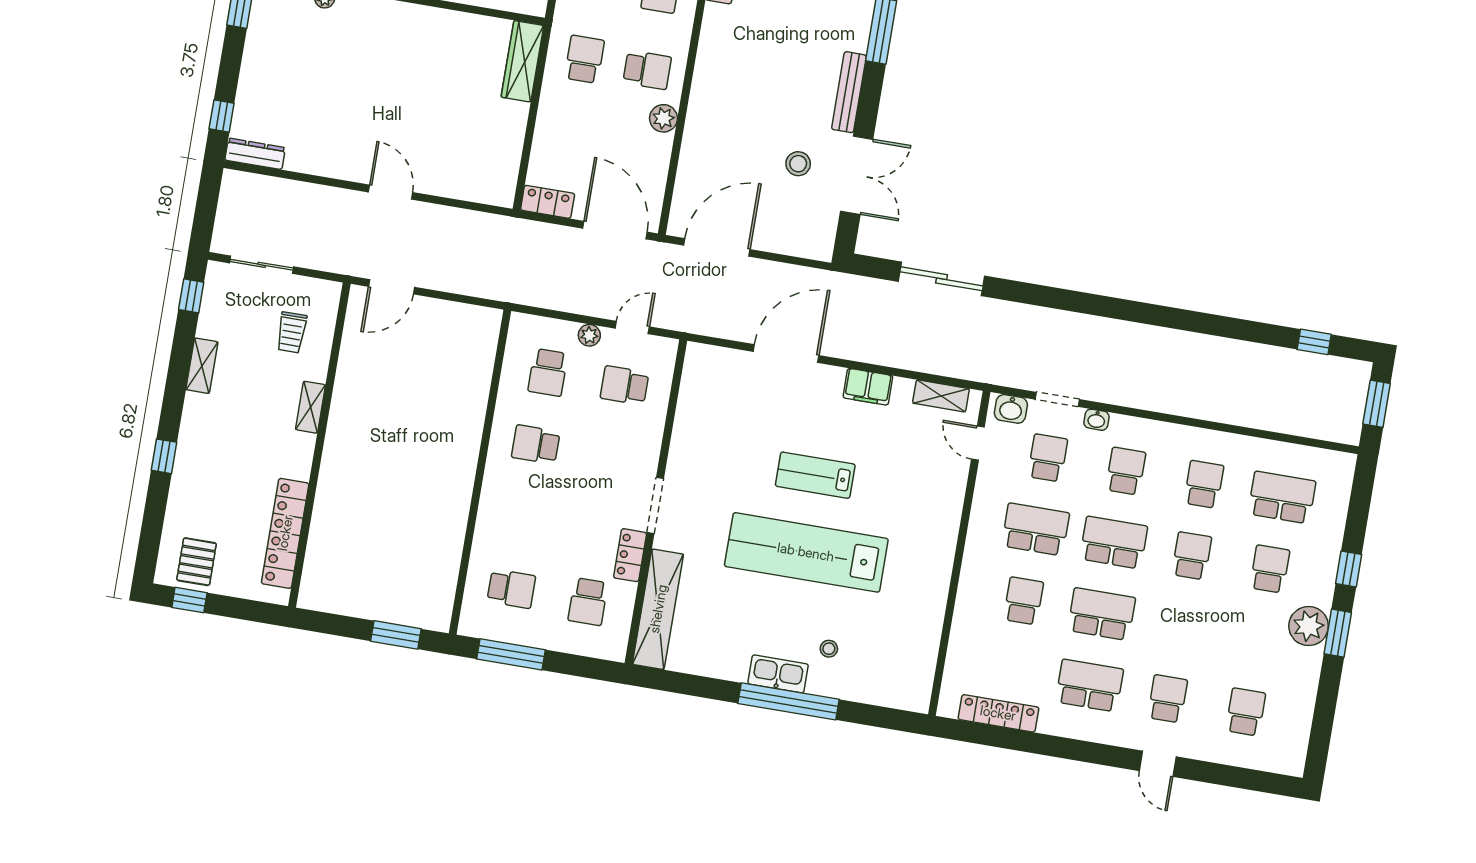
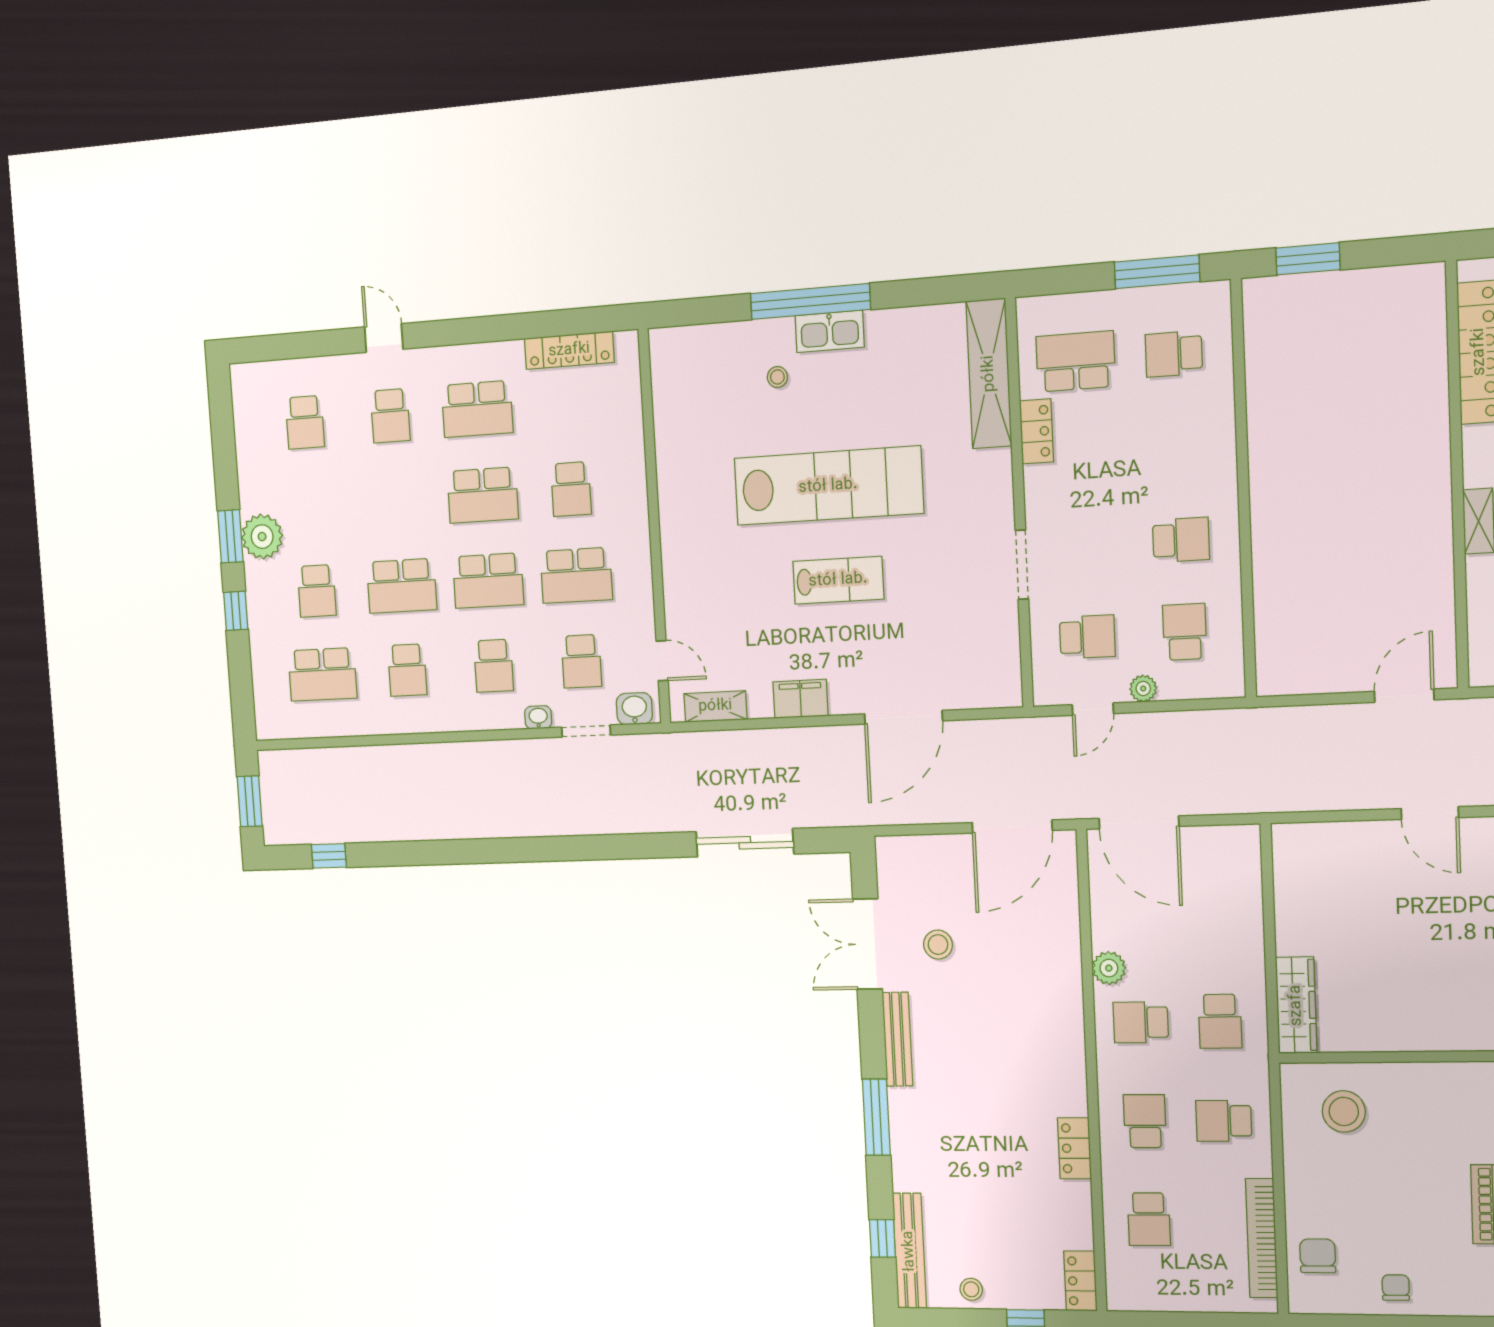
locker: (548, 202) -> (1229, 840), removed
doorway: (655, 505) -> (1022, 565), moved
school desk: (1192, 556) -> (402, 586), width x1.85
school desk: (588, 602) -> (1076, 361), width x1.85

